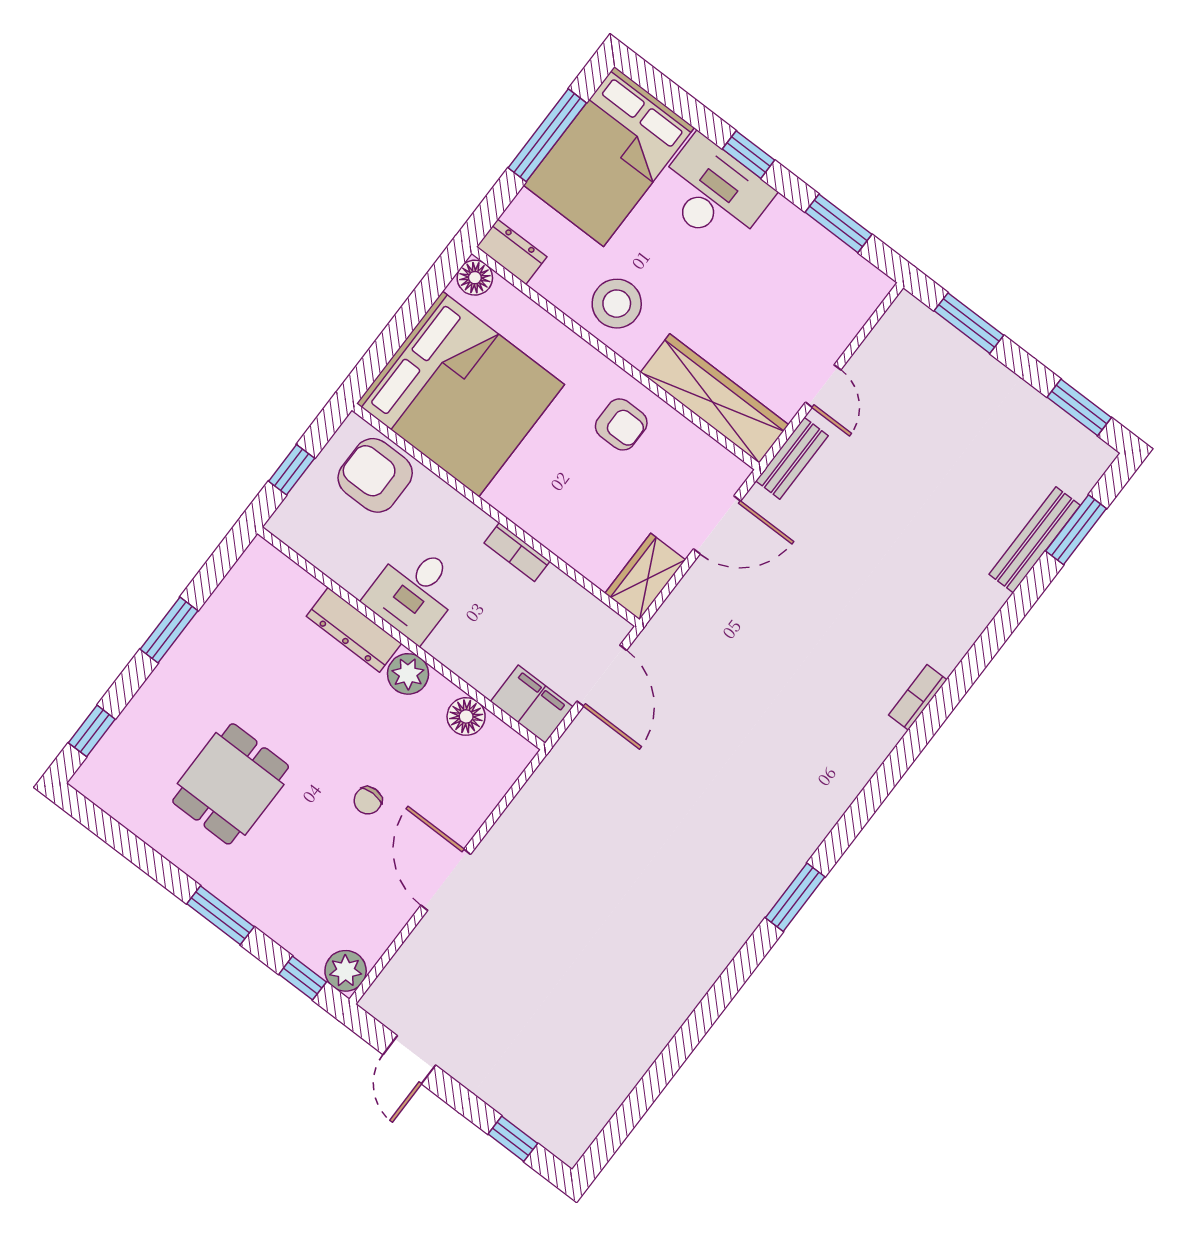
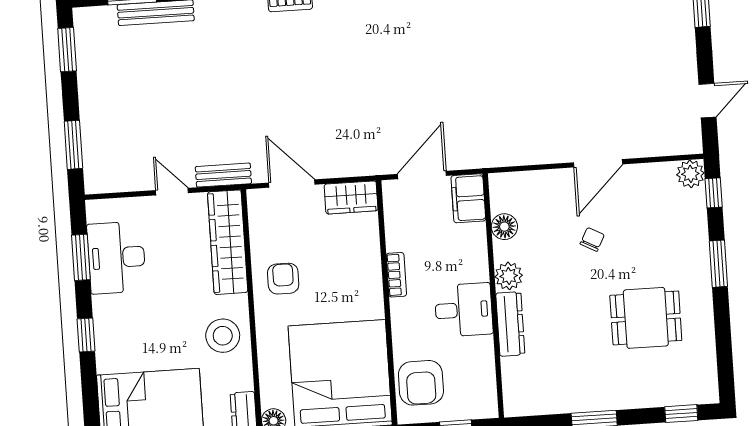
desk: (713, 193) -> (116, 258), moved
door: (823, 386) -> (172, 192), hinge flipped
chair: (368, 800) -> (592, 239), turned -62

